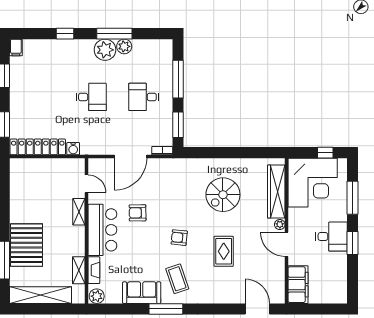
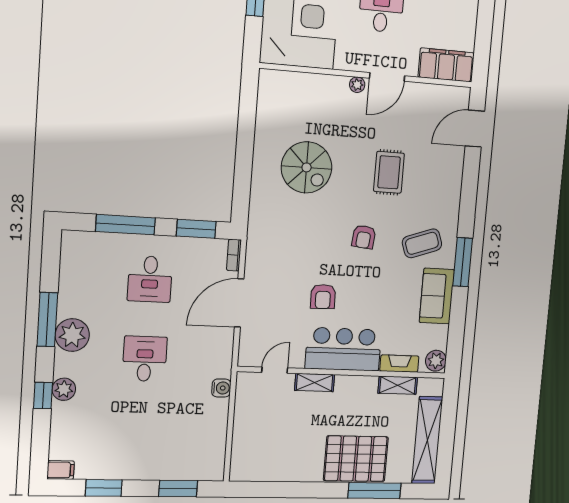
plant: (124, 46) -> (64, 389), moved
locker: (38, 147) -> (215, 440), removed
door: (131, 156) -> (239, 303), swing flipped
wardrobe: (276, 192) -> (308, 86), removed
rug: (224, 251) -> (389, 172), turned 90

